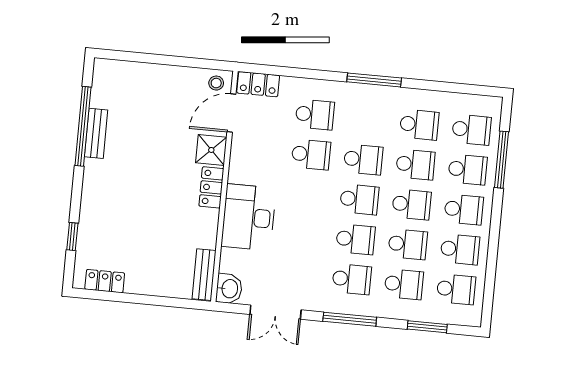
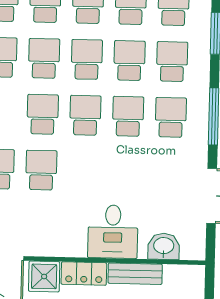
desk: (249, 217) -> (113, 232), width x0.73
bench: (204, 275) -> (135, 274), moved
washbasin: (229, 289) -> (164, 246), moved

